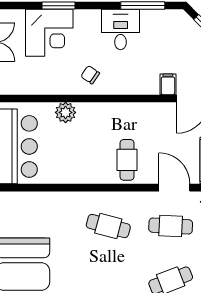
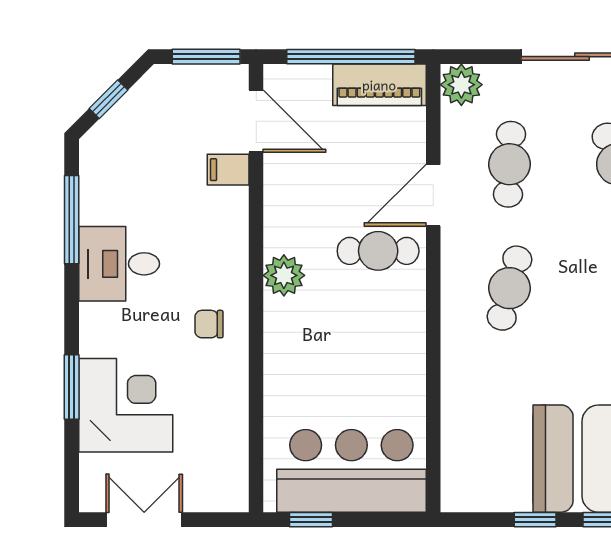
chair: (90, 75) -> (209, 324), turned 56
plant: (66, 112) -> (284, 275), moved
door: (174, 188) -> (433, 195), moved

